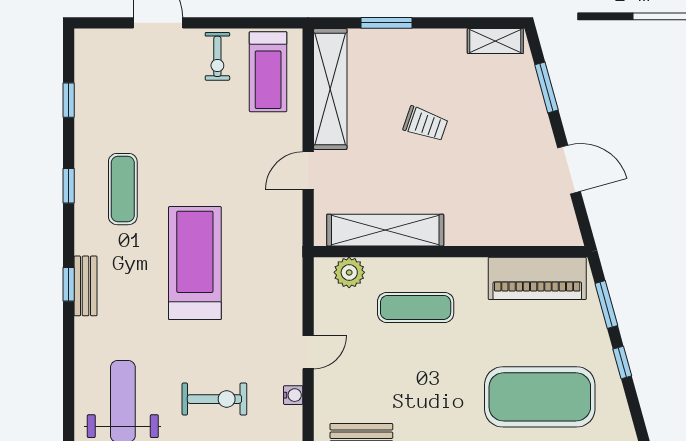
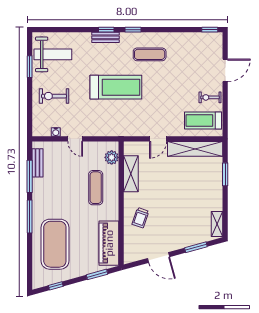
window: (69, 100) -> (210, 30), moved
trolley: (425, 124) -> (140, 218), moved
door: (569, 170) -> (158, 258), hinge flipped
door: (308, 171) -> (158, 139), swing flipped
window: (69, 186) -> (133, 30), moved
shelving: (385, 230) -> (131, 174), width x0.68
window: (622, 363) -> (56, 286), moved
exercise bike: (214, 399) -> (54, 96), turned 90

